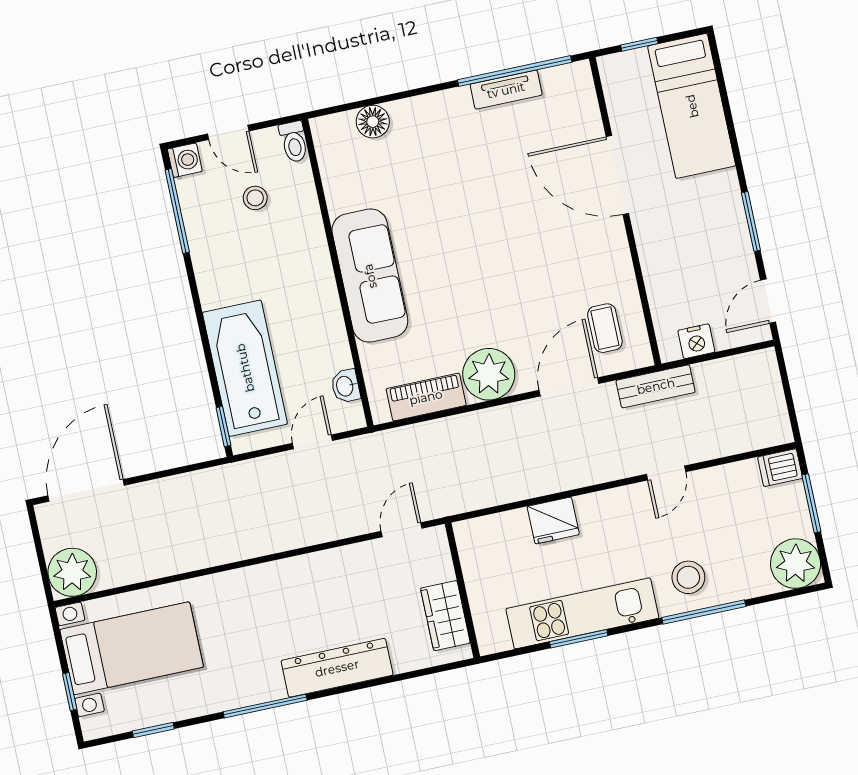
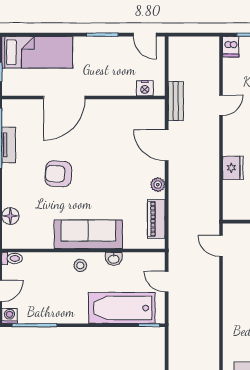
armchair: (472, 195) -> (58, 174), added
stool: (255, 198) -> (80, 265), moved
coffee table: (605, 328) -> (141, 121), removed
nightstand: (696, 341) -> (145, 88), moved, turned 90
plant: (489, 374) -> (158, 185), width x0.53, depth x0.53
washbasin: (345, 386) -> (114, 259), moved
door: (666, 473) -> (221, 105), hinge flipped

